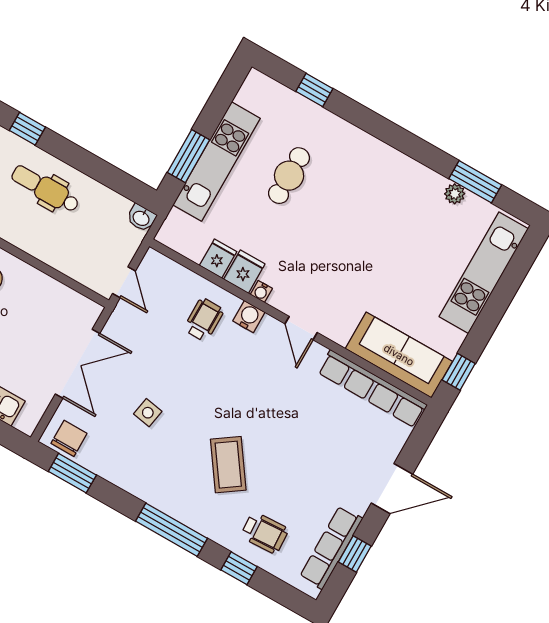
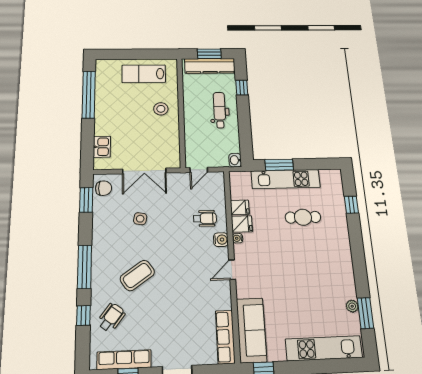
row of seats: (372, 389) -> (225, 337), width x0.73
wheelchair: (265, 533) -> (111, 317), turned -140

